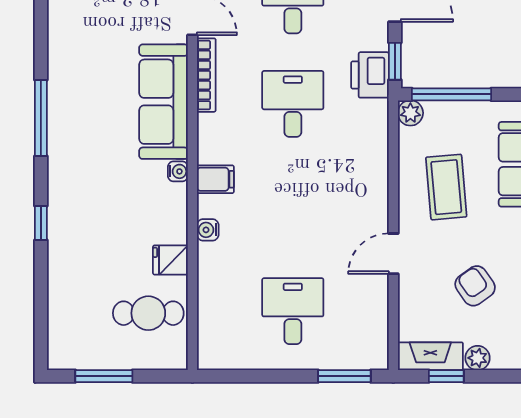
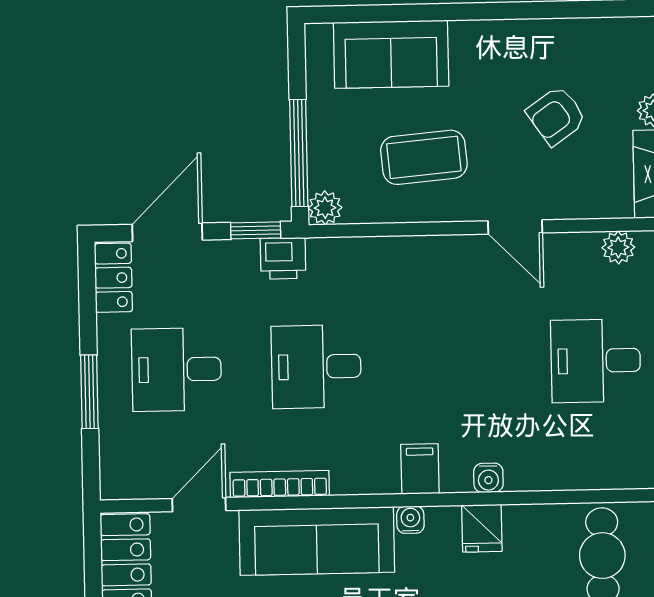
printer: (370, 75) -> (283, 258), width x0.73, depth x0.81
fridge: (170, 260) -> (482, 528), moved
plant: (376, 330) -> (618, 247), added

